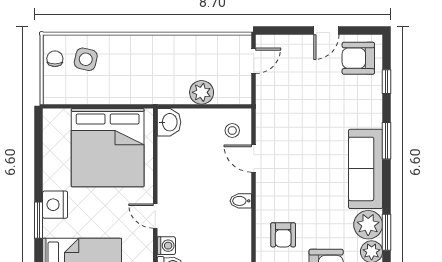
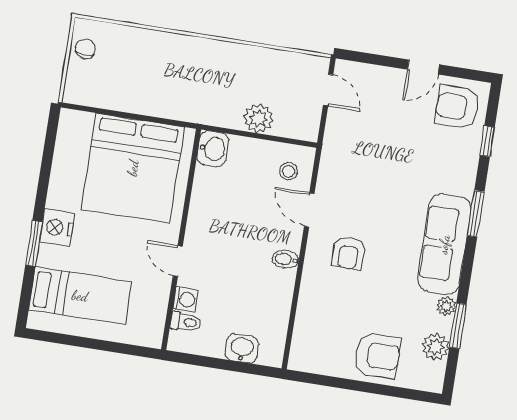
side table: (86, 59) -> (123, 55), removed
door: (254, 61) -> (328, 90), hinge flipped
plant: (368, 225) -> (446, 306), width x0.53, depth x0.53
armchair: (283, 235) -> (348, 253), moved

